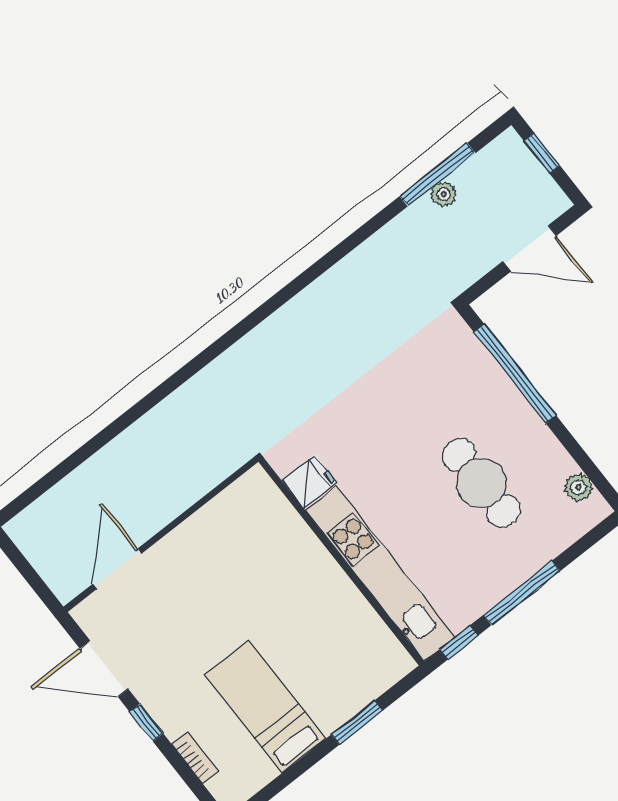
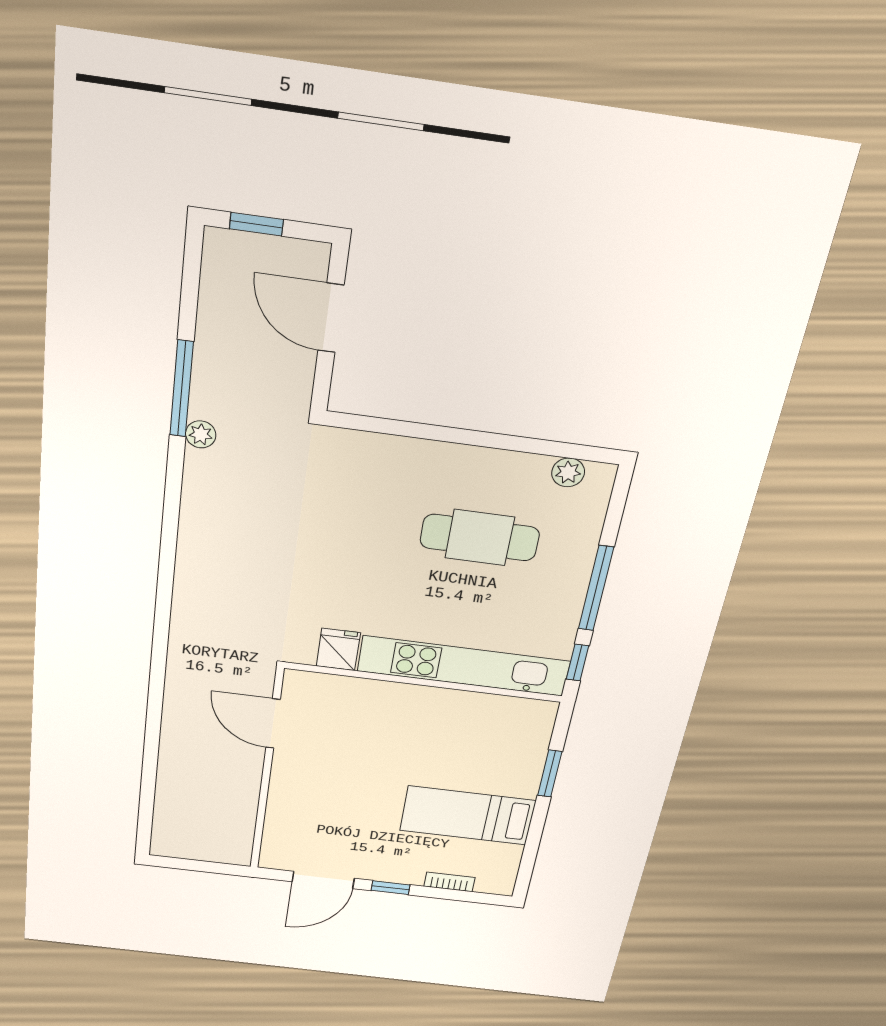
window: (438, 175) -> (181, 389), moved
plant: (444, 194) -> (201, 434), moved
door: (529, 249) -> (331, 318), swing flipped
window: (515, 374) -> (423, 431), removed
door: (117, 569) -> (273, 724), moved

